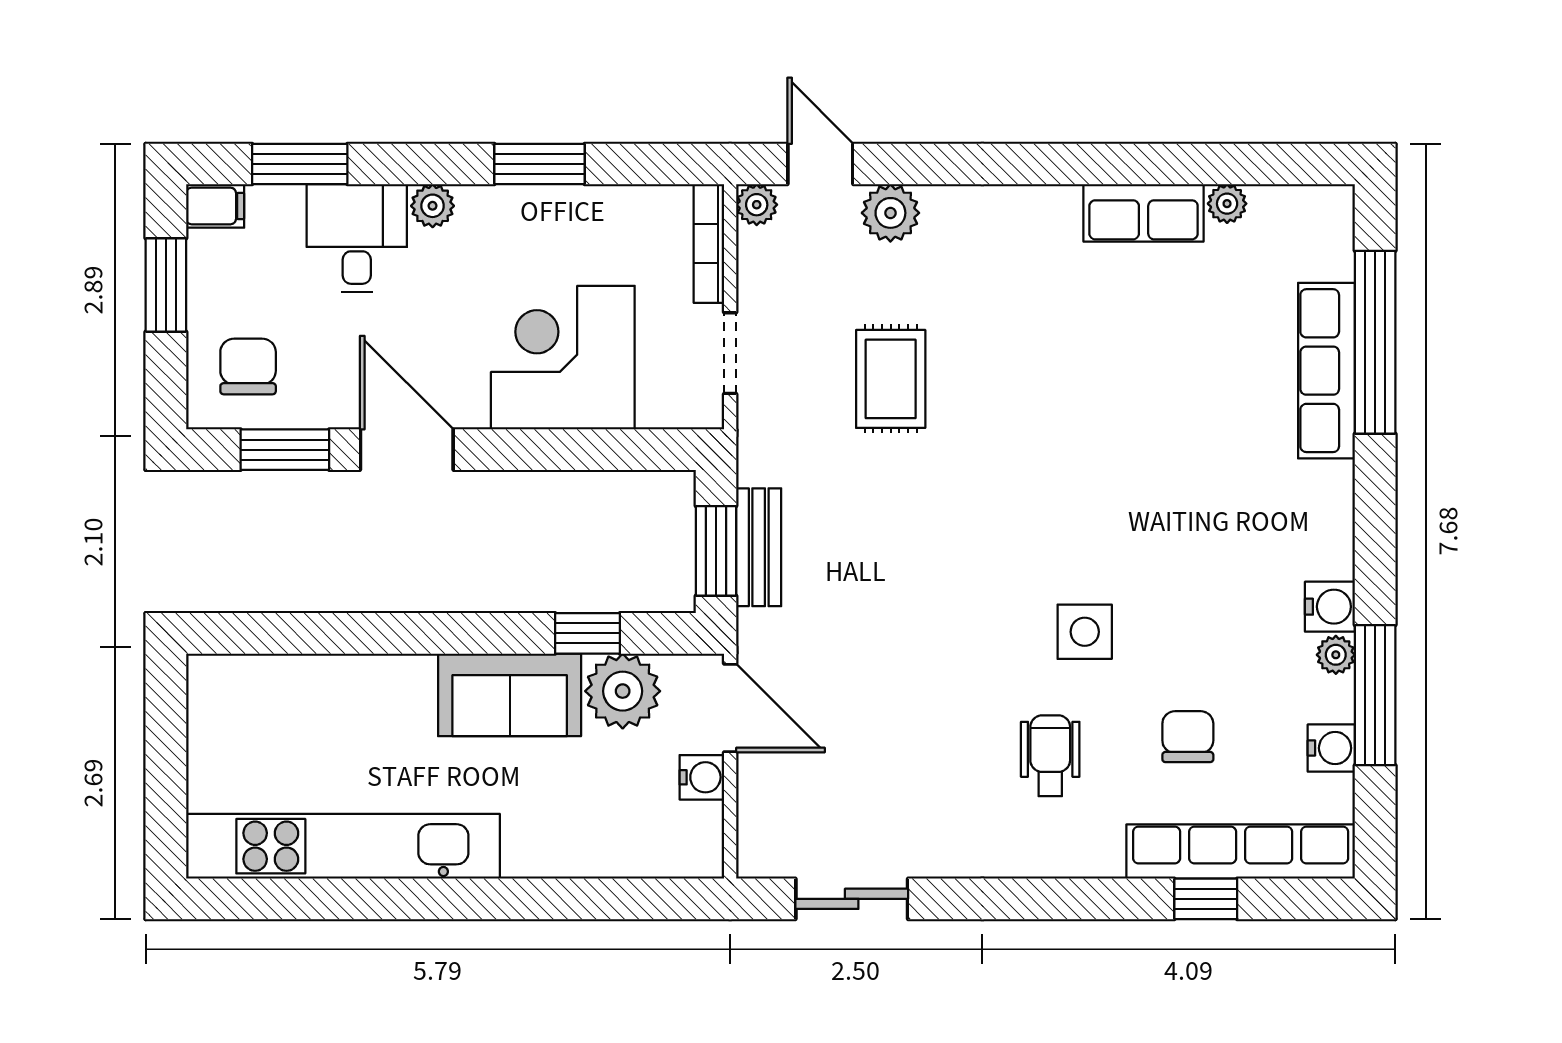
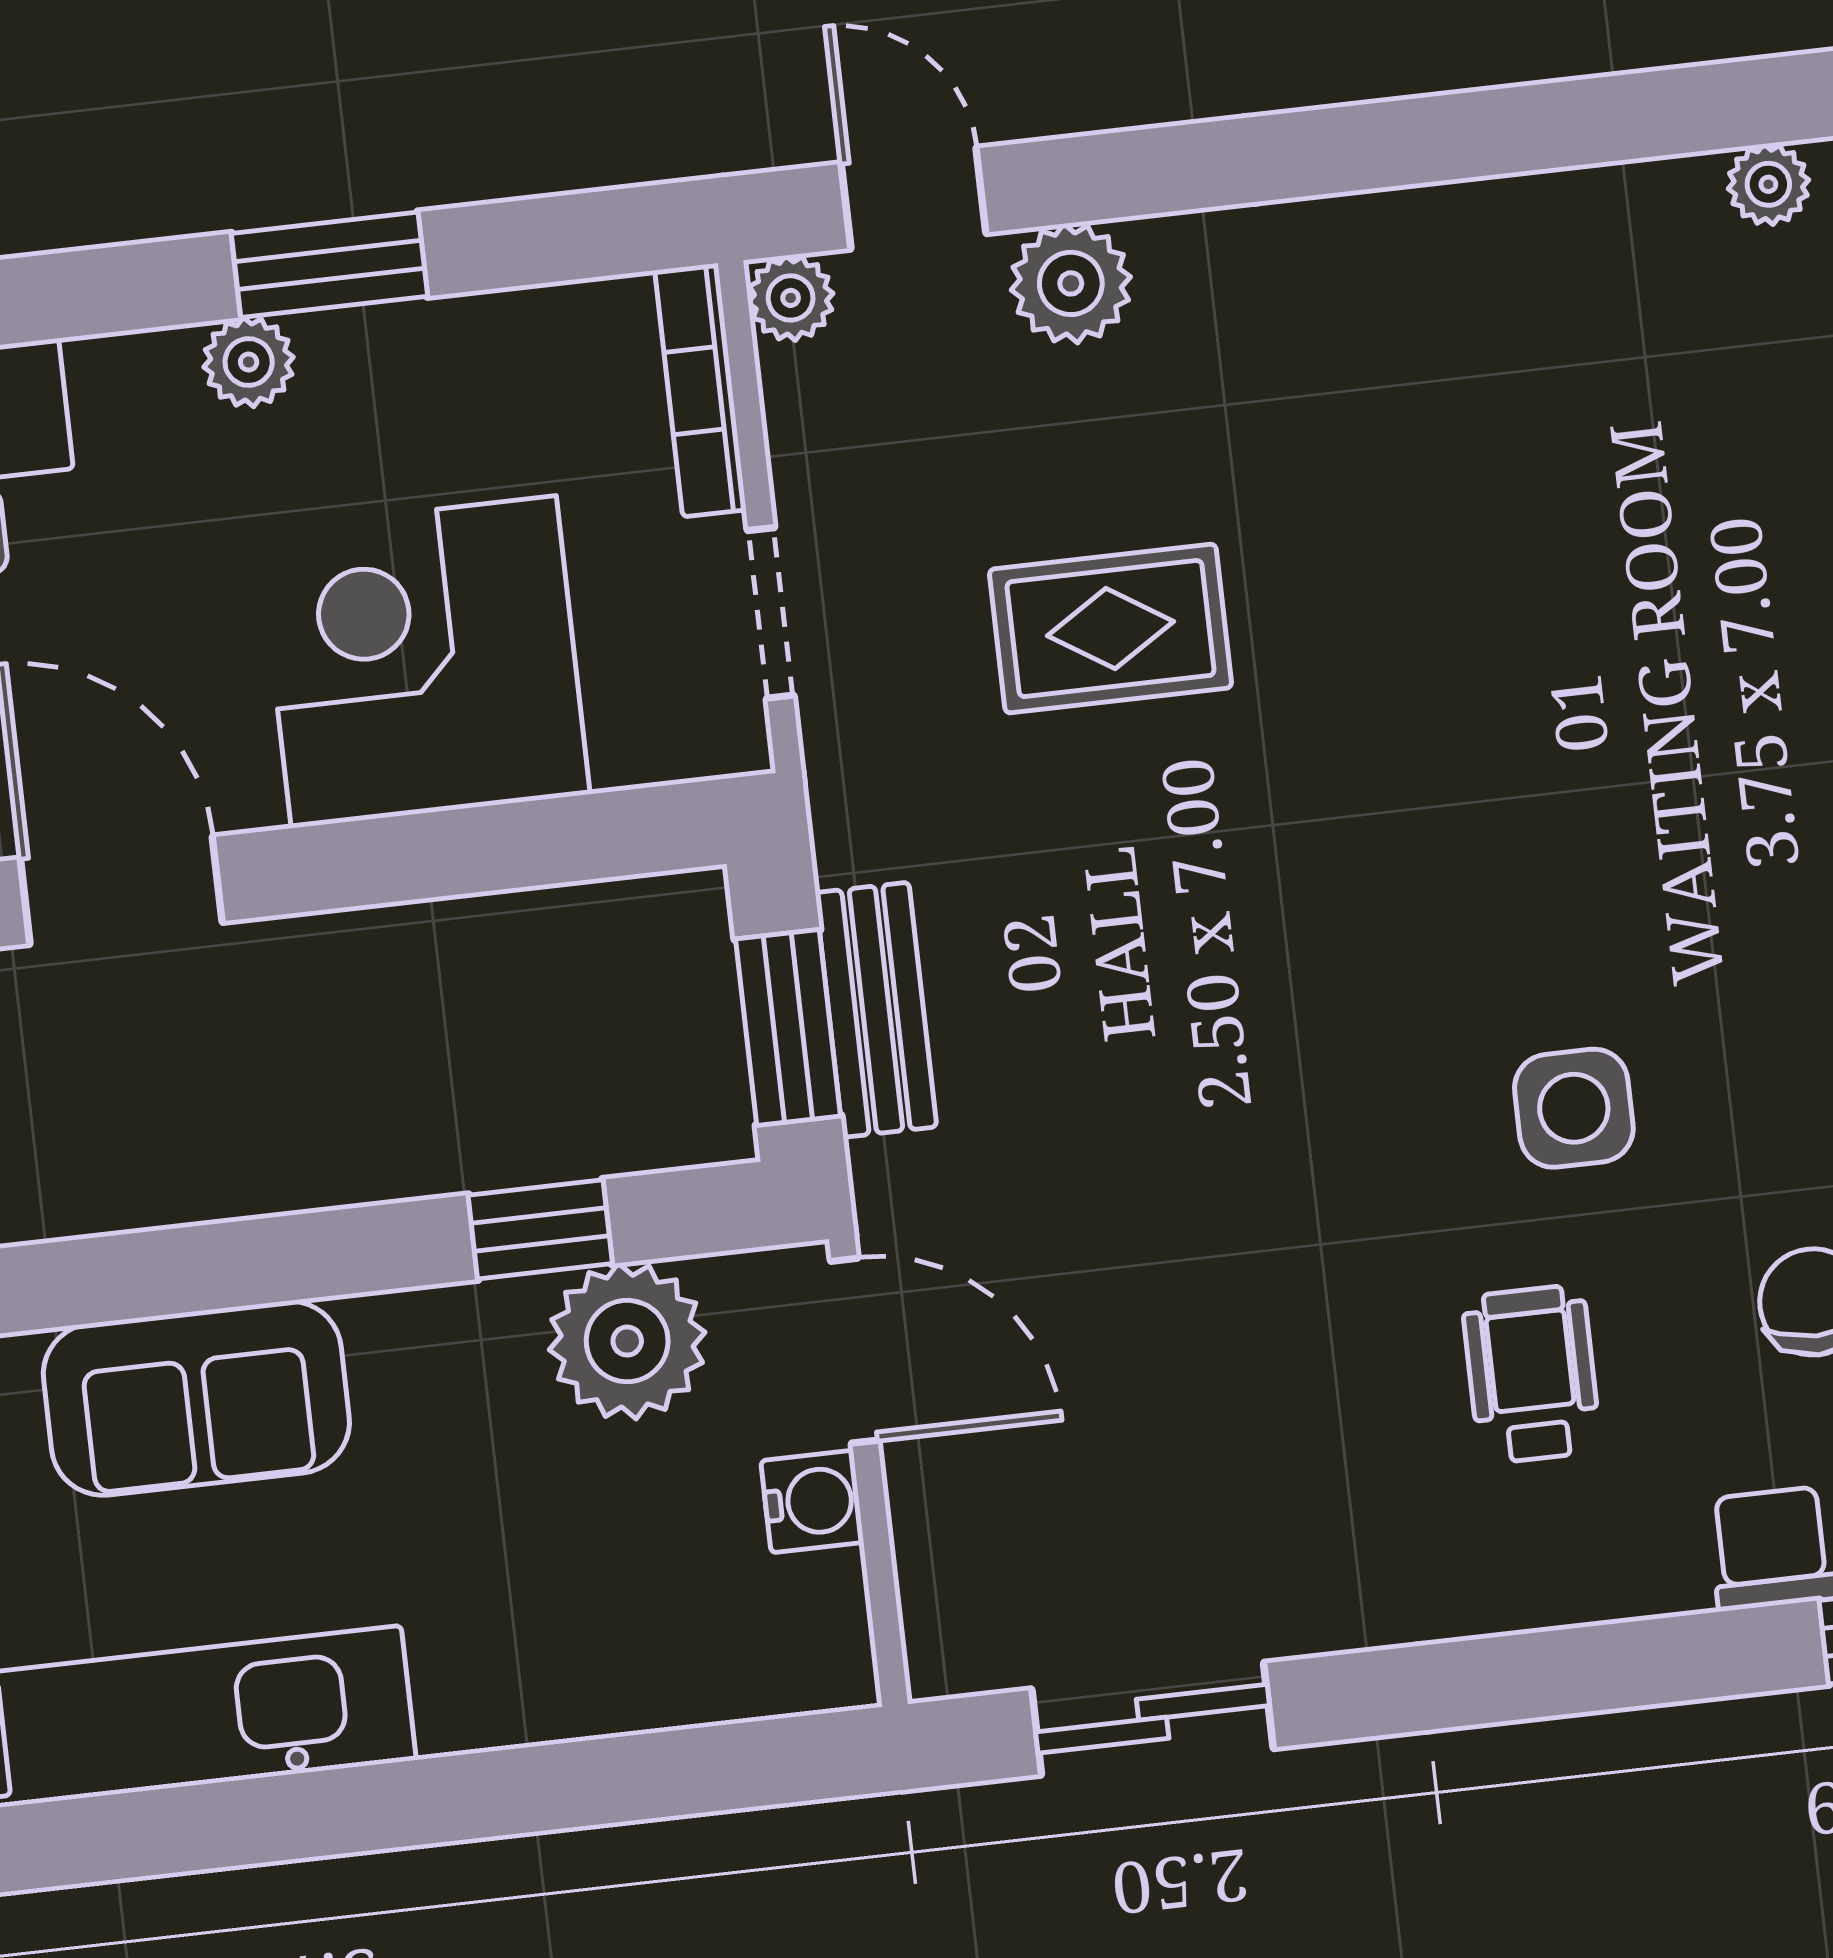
plant: (433, 206) -> (249, 362), moved
row of seats: (1144, 213) -> (1597, 223), removed
rug: (891, 379) -> (1111, 629), turned 90
sofa: (510, 695) -> (196, 1398), moved

